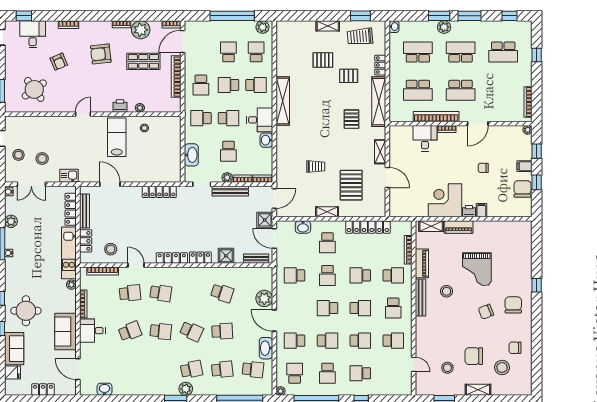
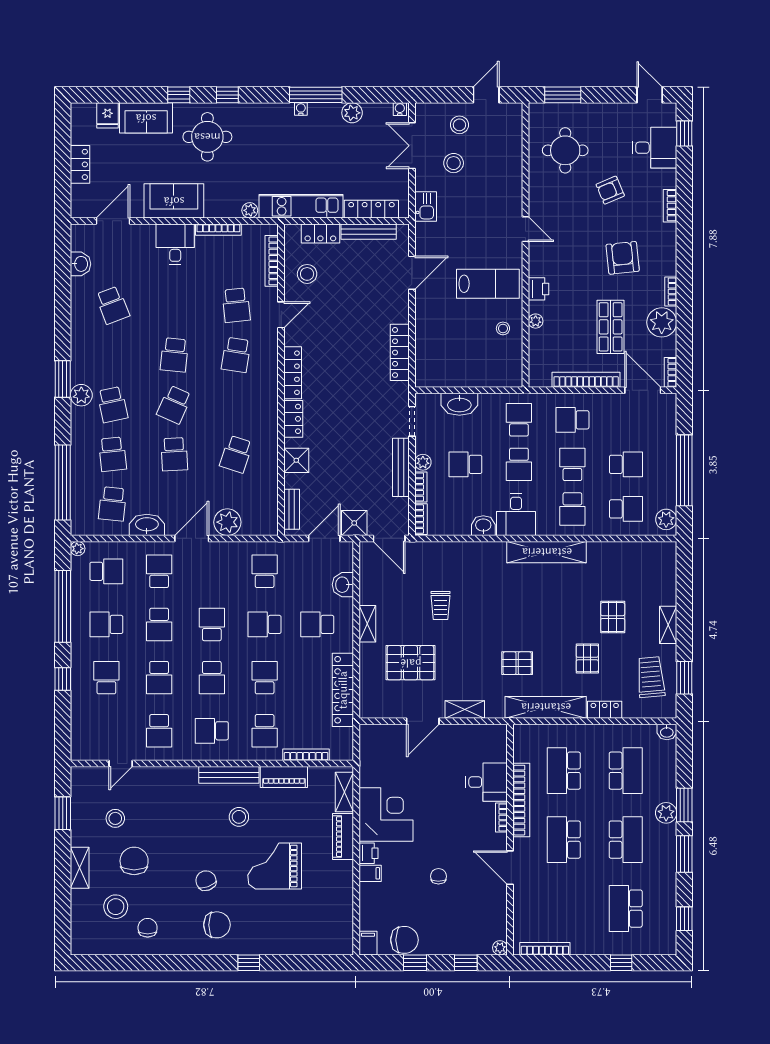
round table: (34, 89) -> (565, 150), turned 36
filing cabinet: (525, 166) -> (368, 943), moved
school desk: (130, 331) -> (112, 305), moved

